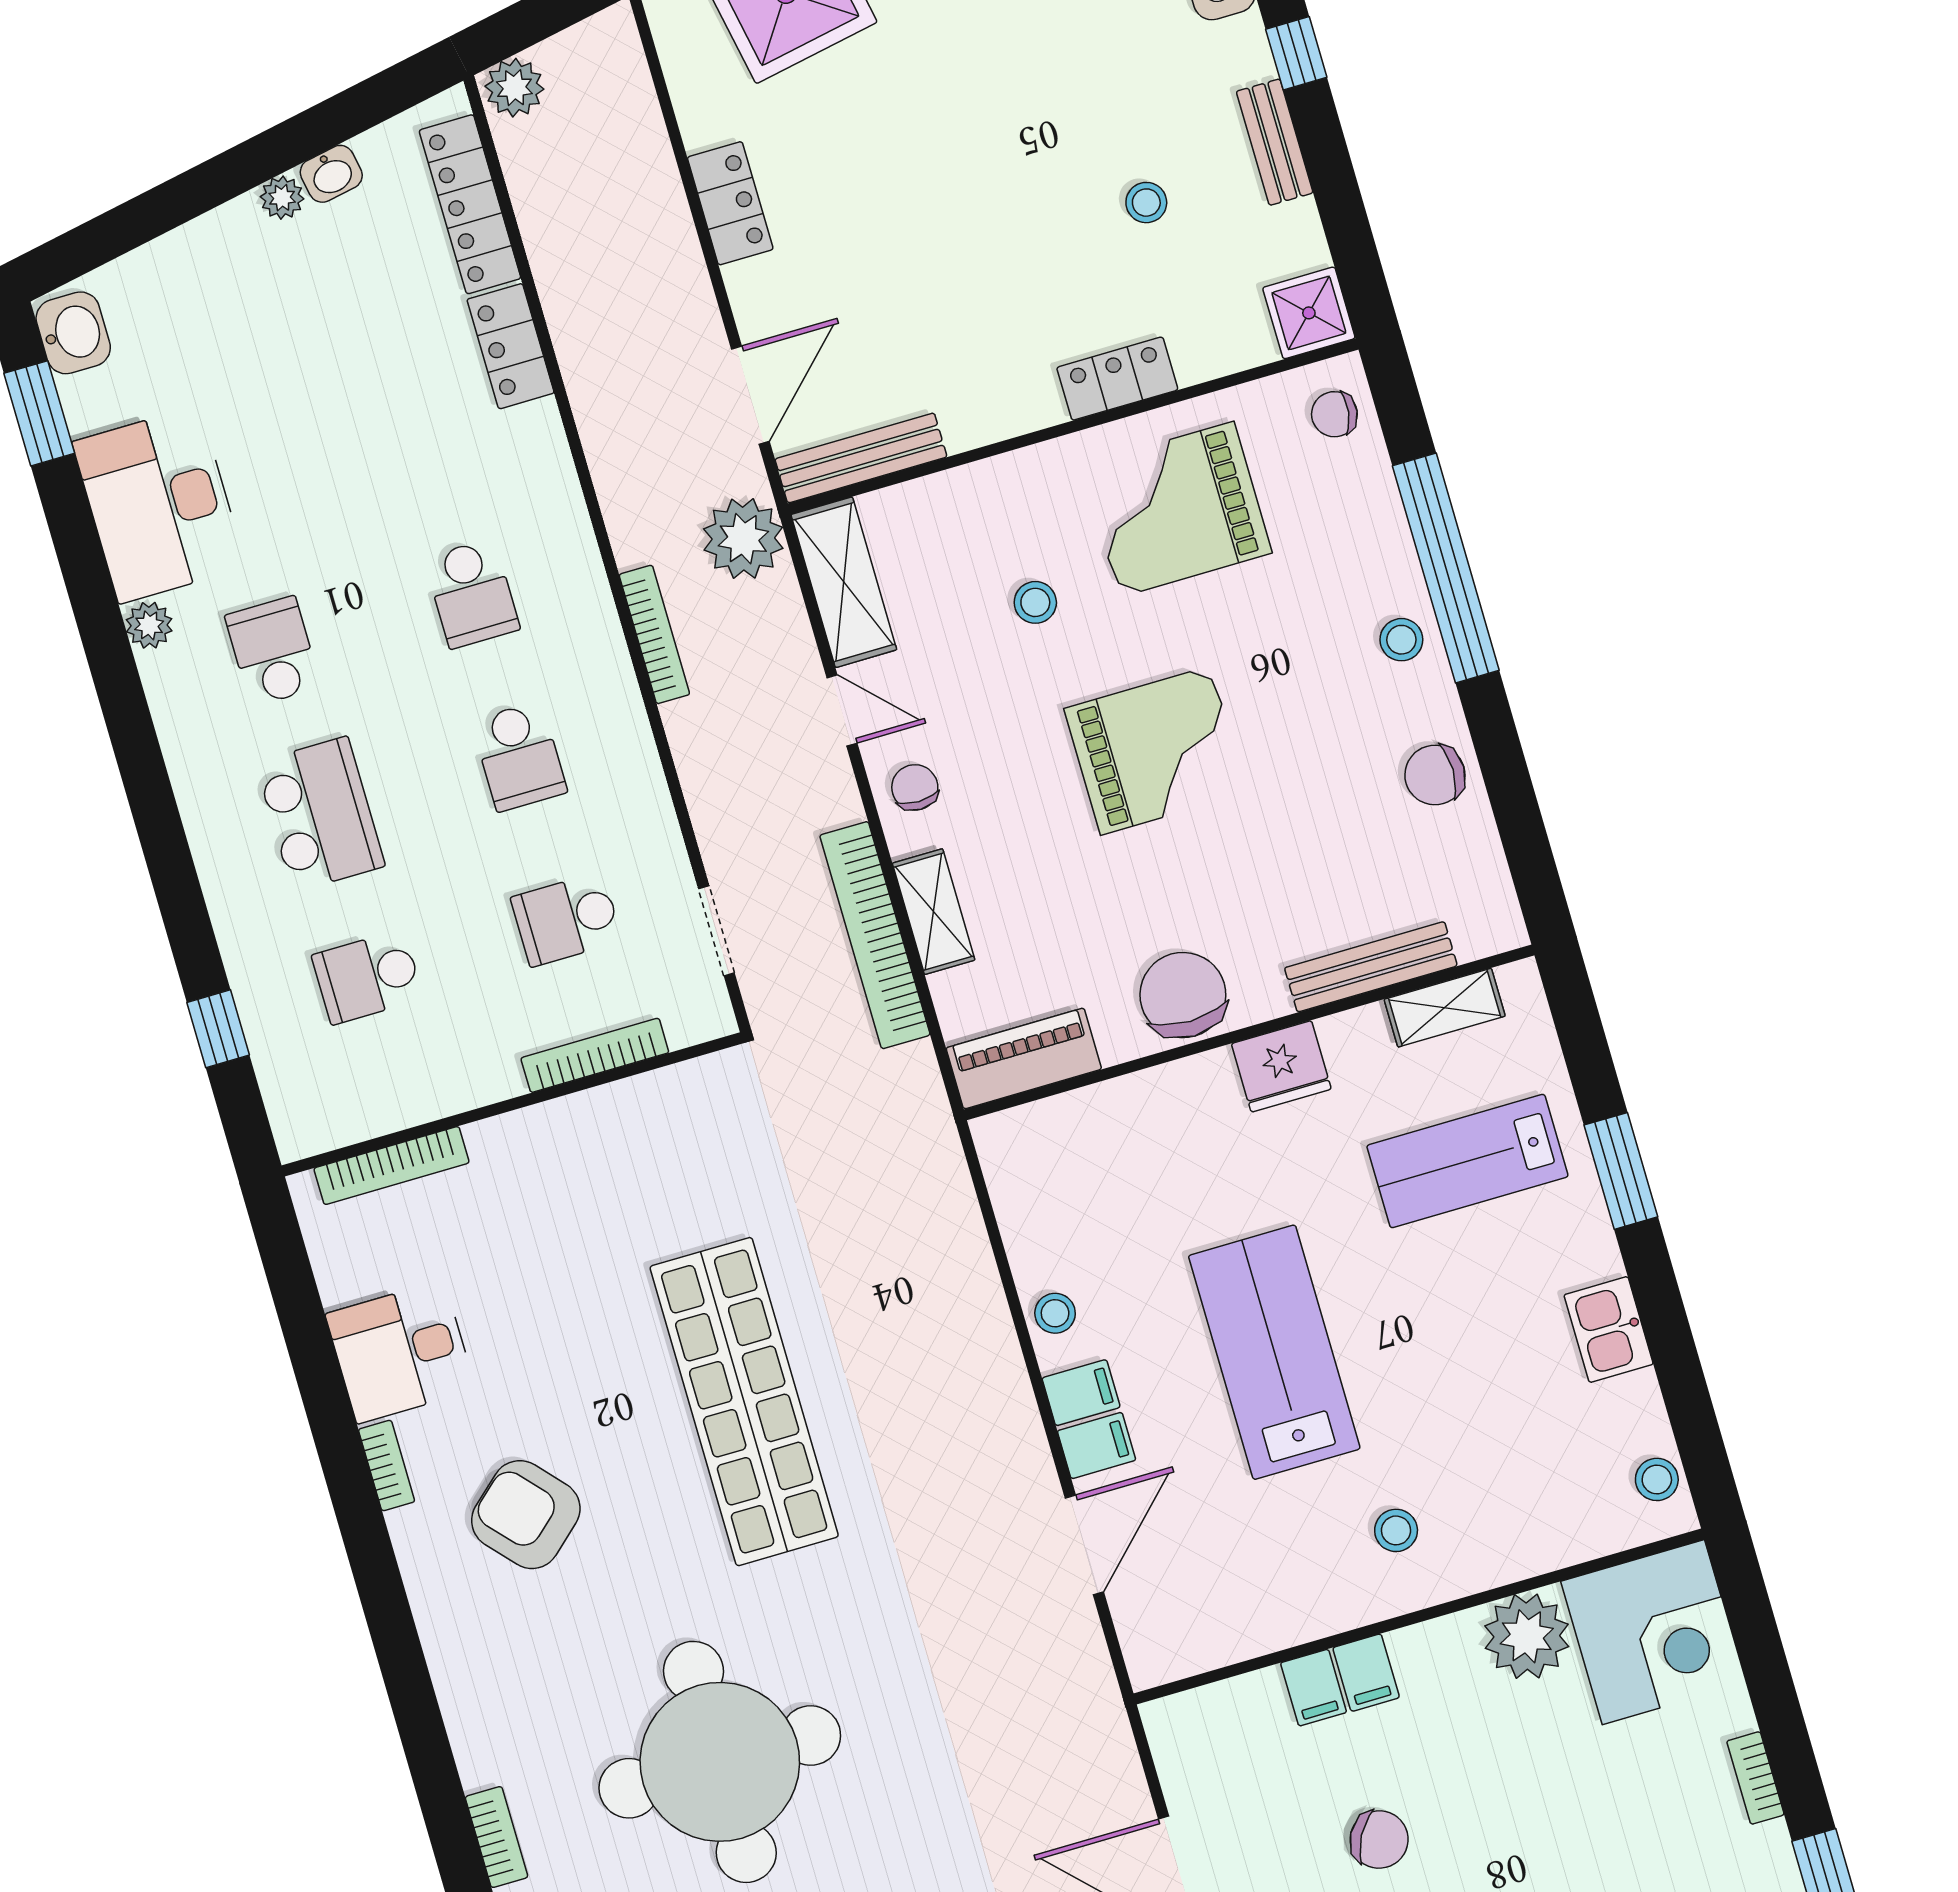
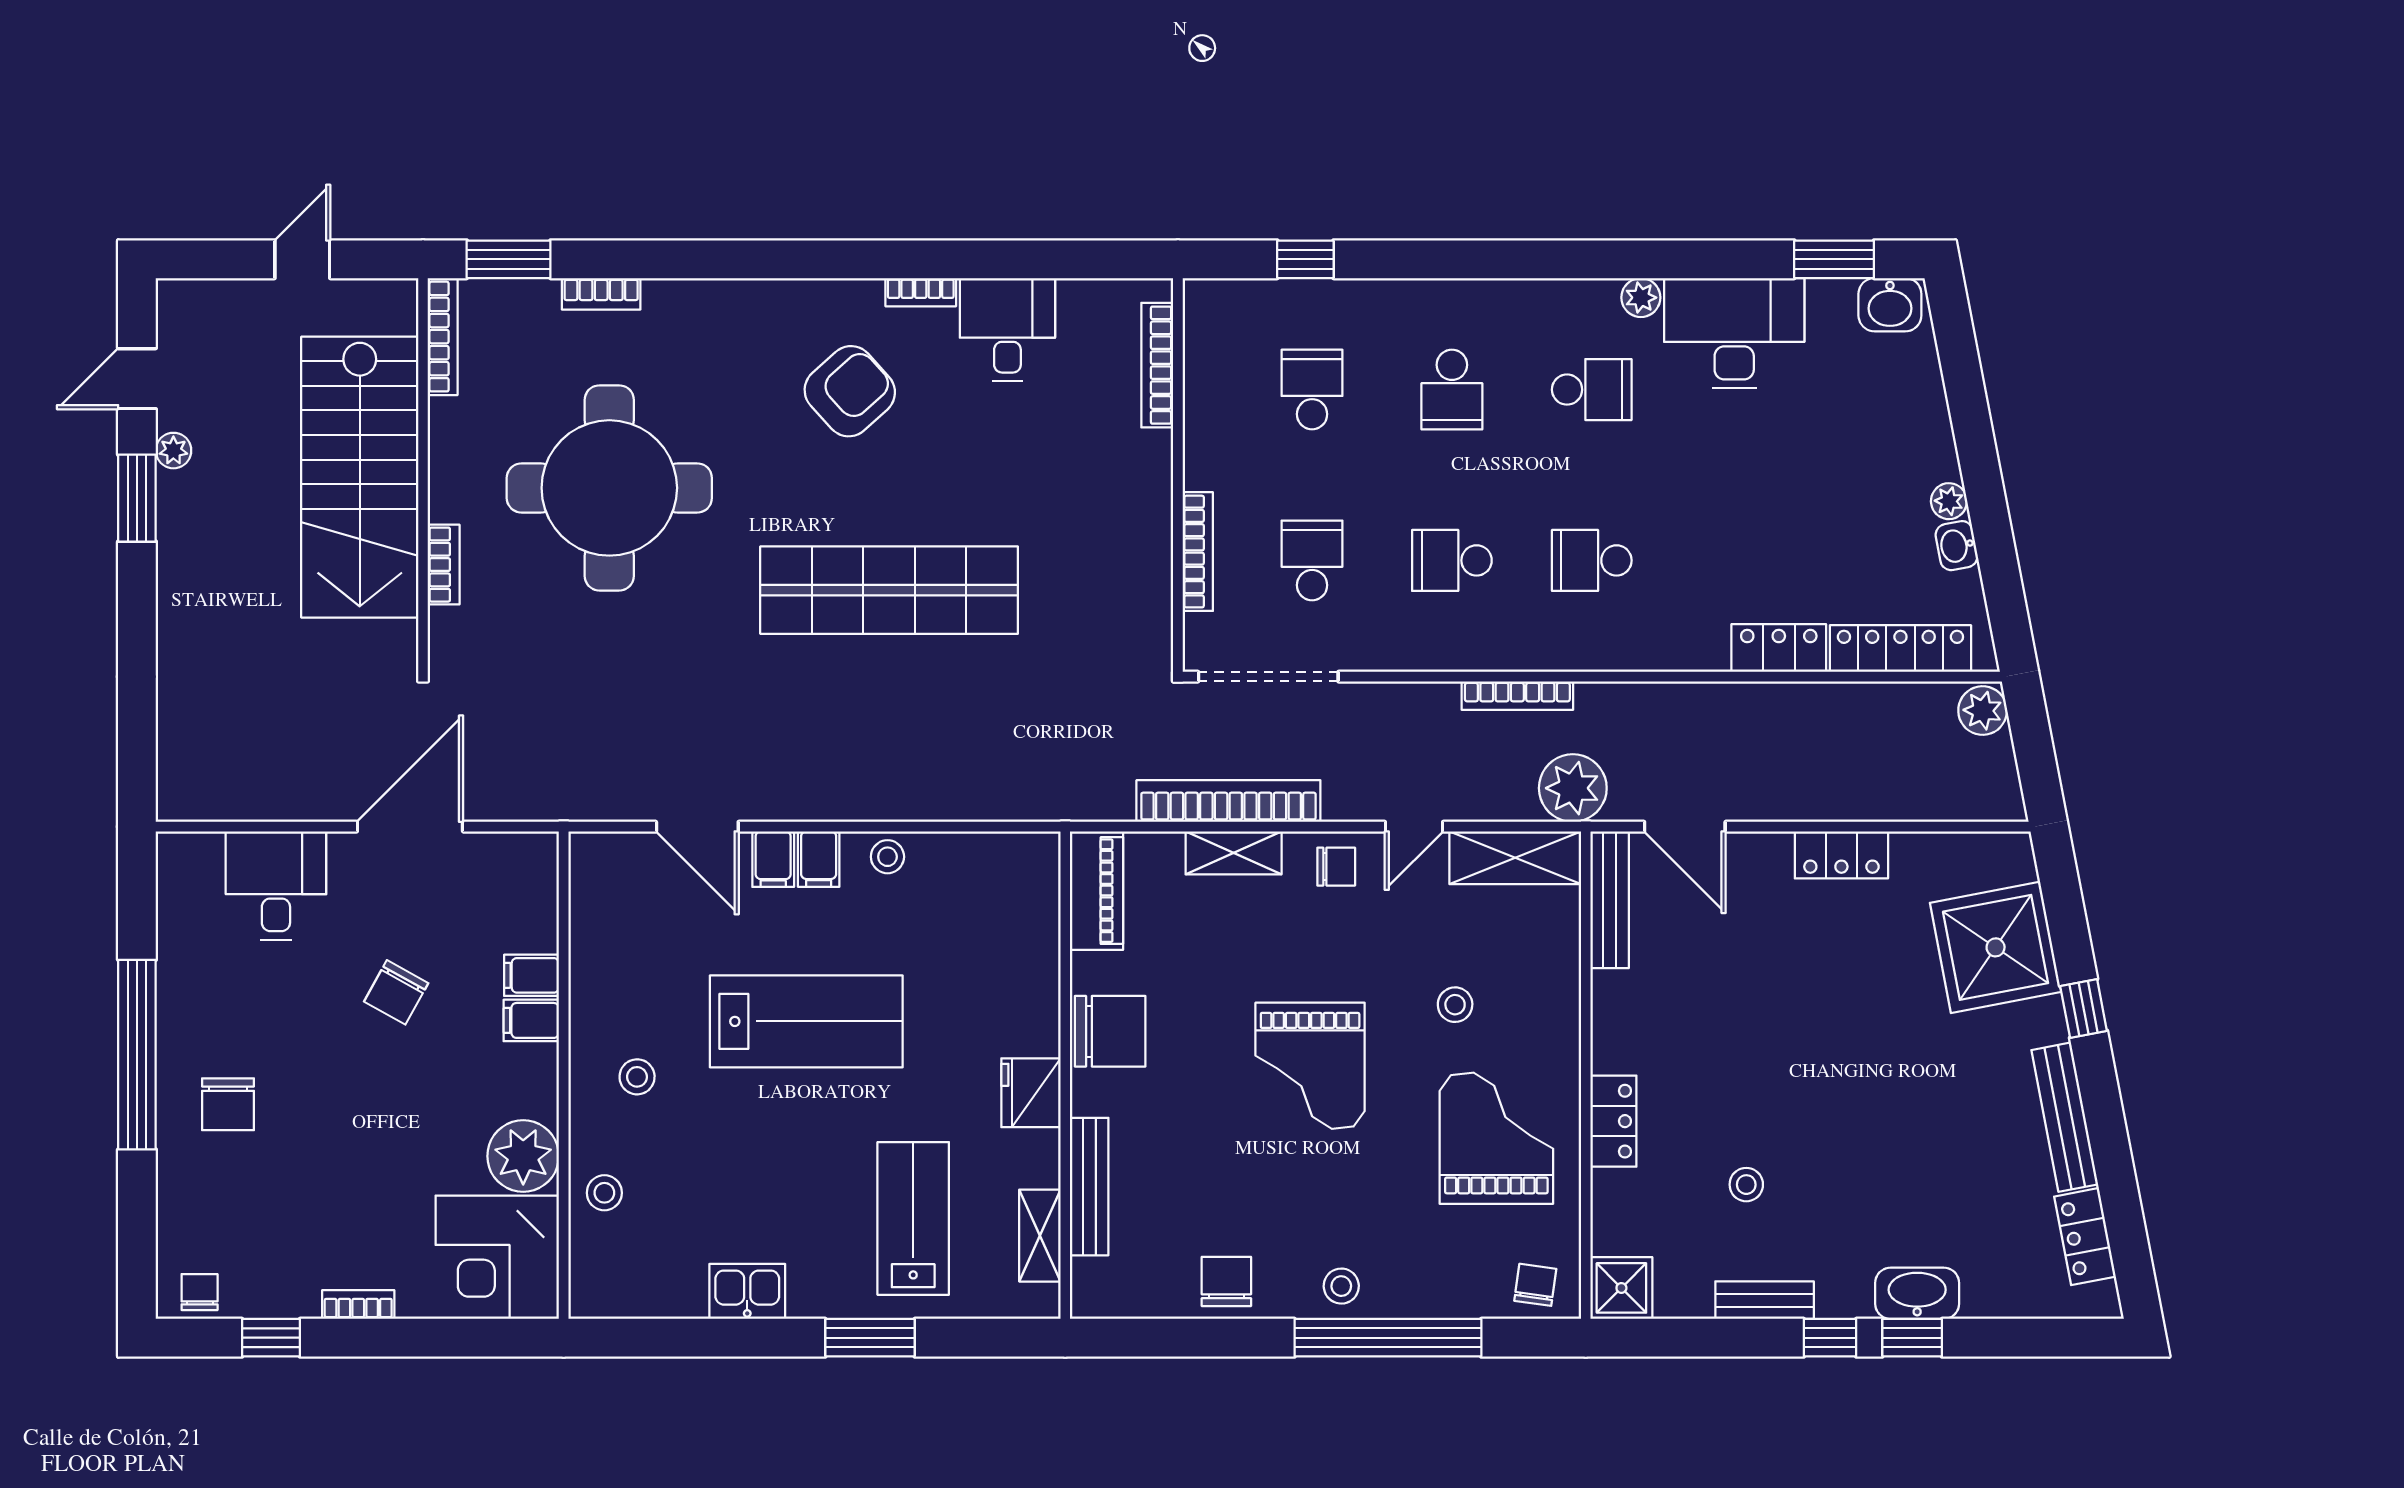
school desk: (320, 814) -> (1452, 390), width x0.54
doorway: (717, 931) -> (1268, 677), width x1.88
stool: (1657, 1479) -> (604, 1193), moved

